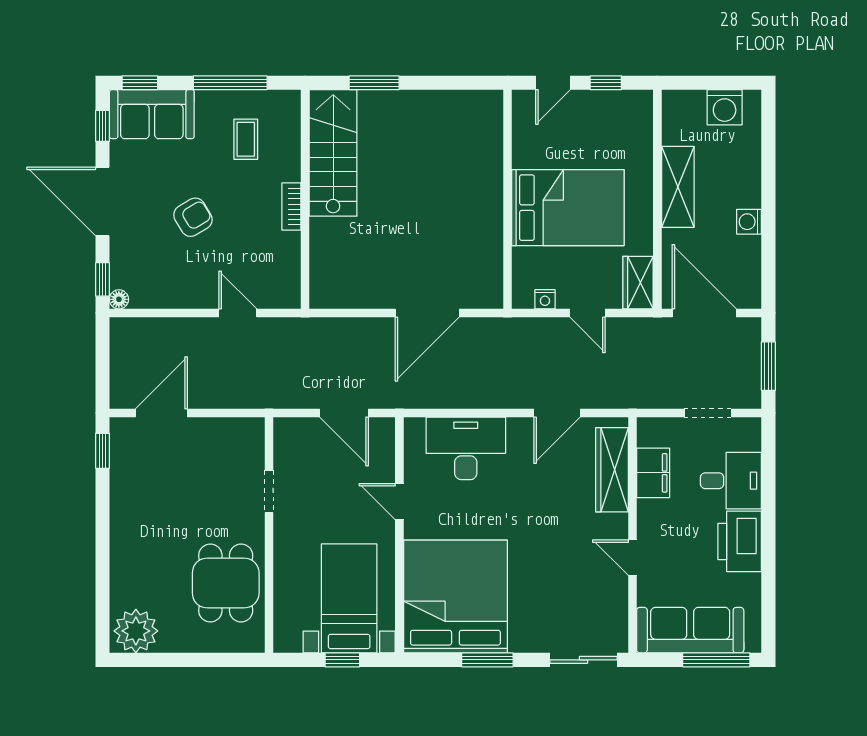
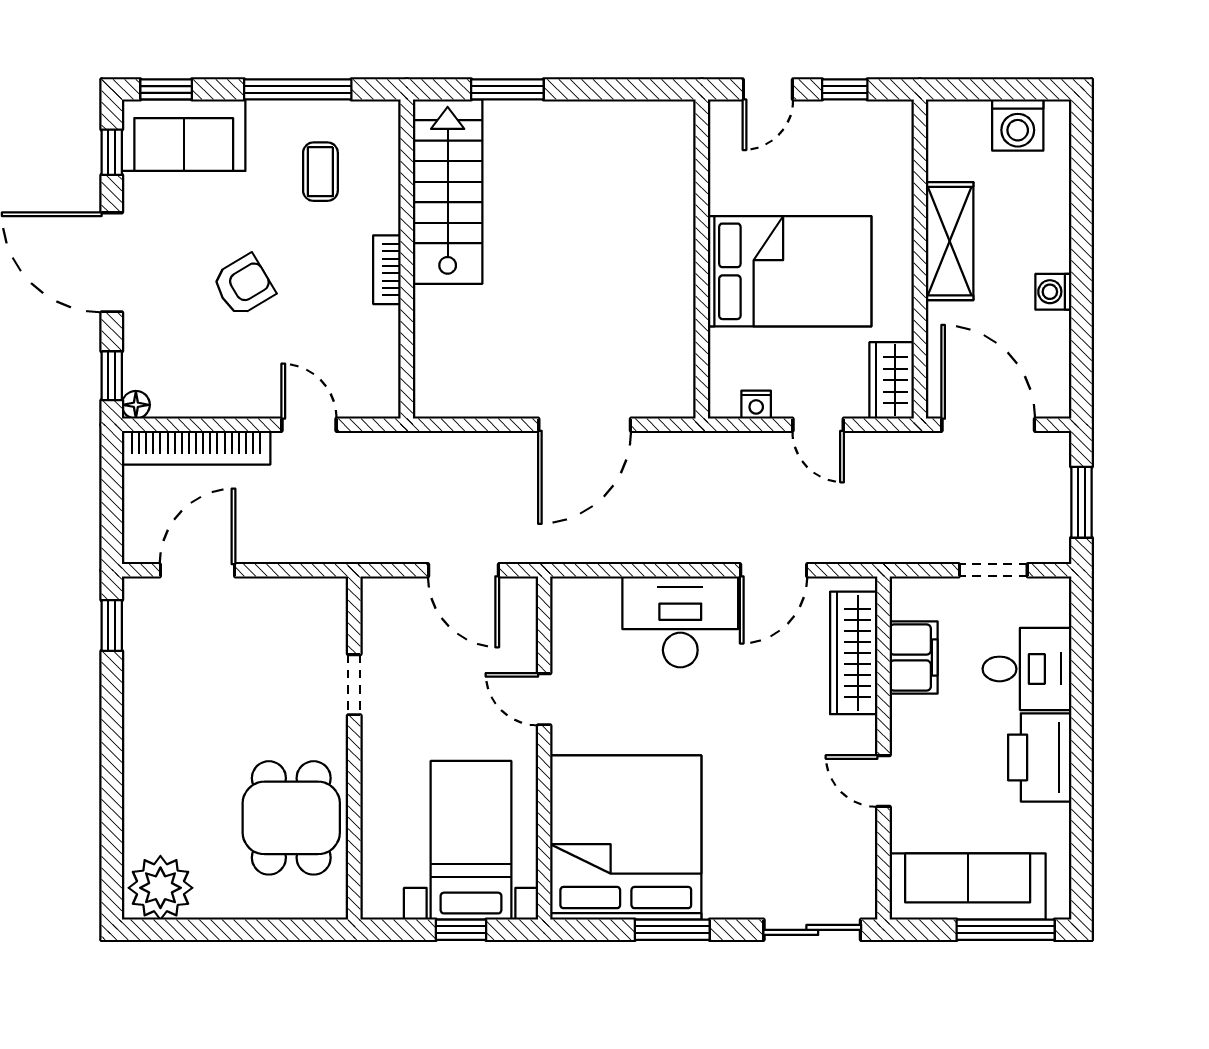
bookcase: (160, 329) -> (196, 448), added
desk: (466, 448) -> (680, 622), moved

